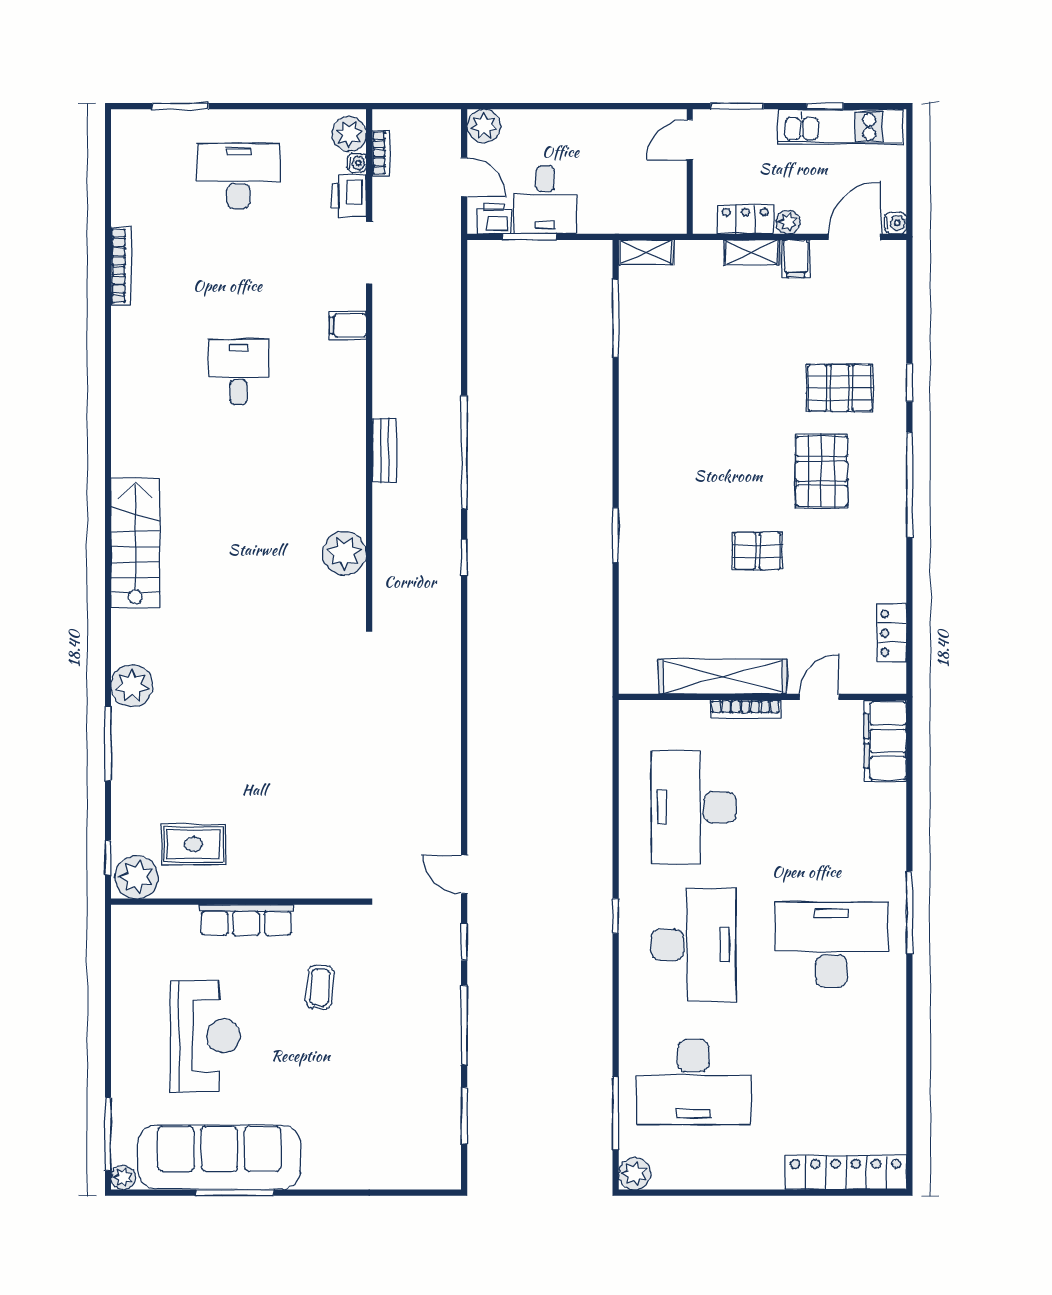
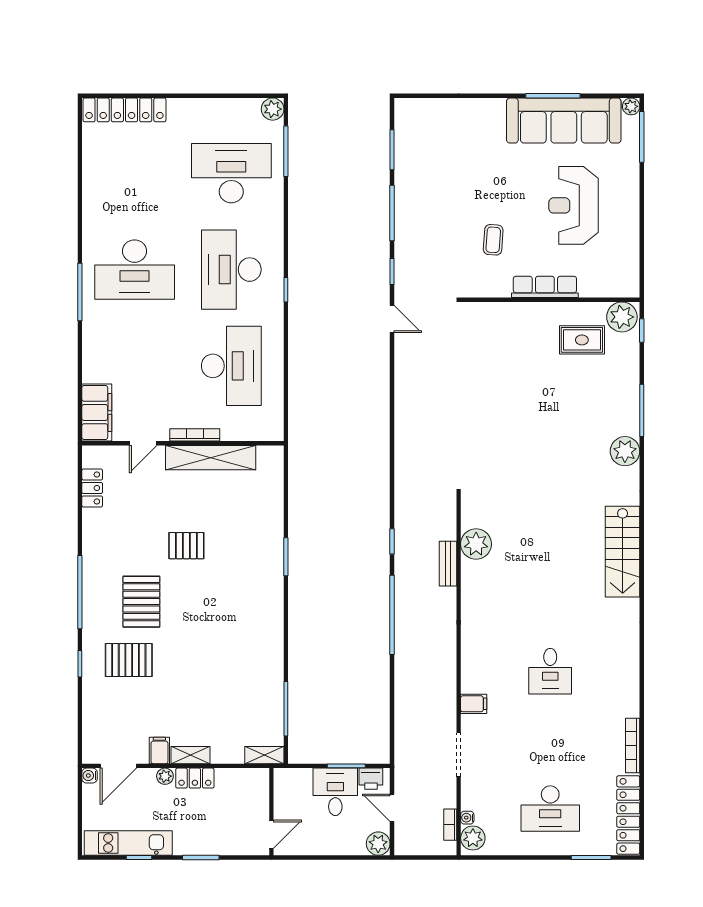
door: (690, 139) -> (271, 834), moved
locker: (127, 167) -> (628, 815), added
wall: (690, 172) -> (271, 812), moved
printer: (349, 196) -> (473, 795), removed
bench: (384, 451) -> (448, 564), moved

